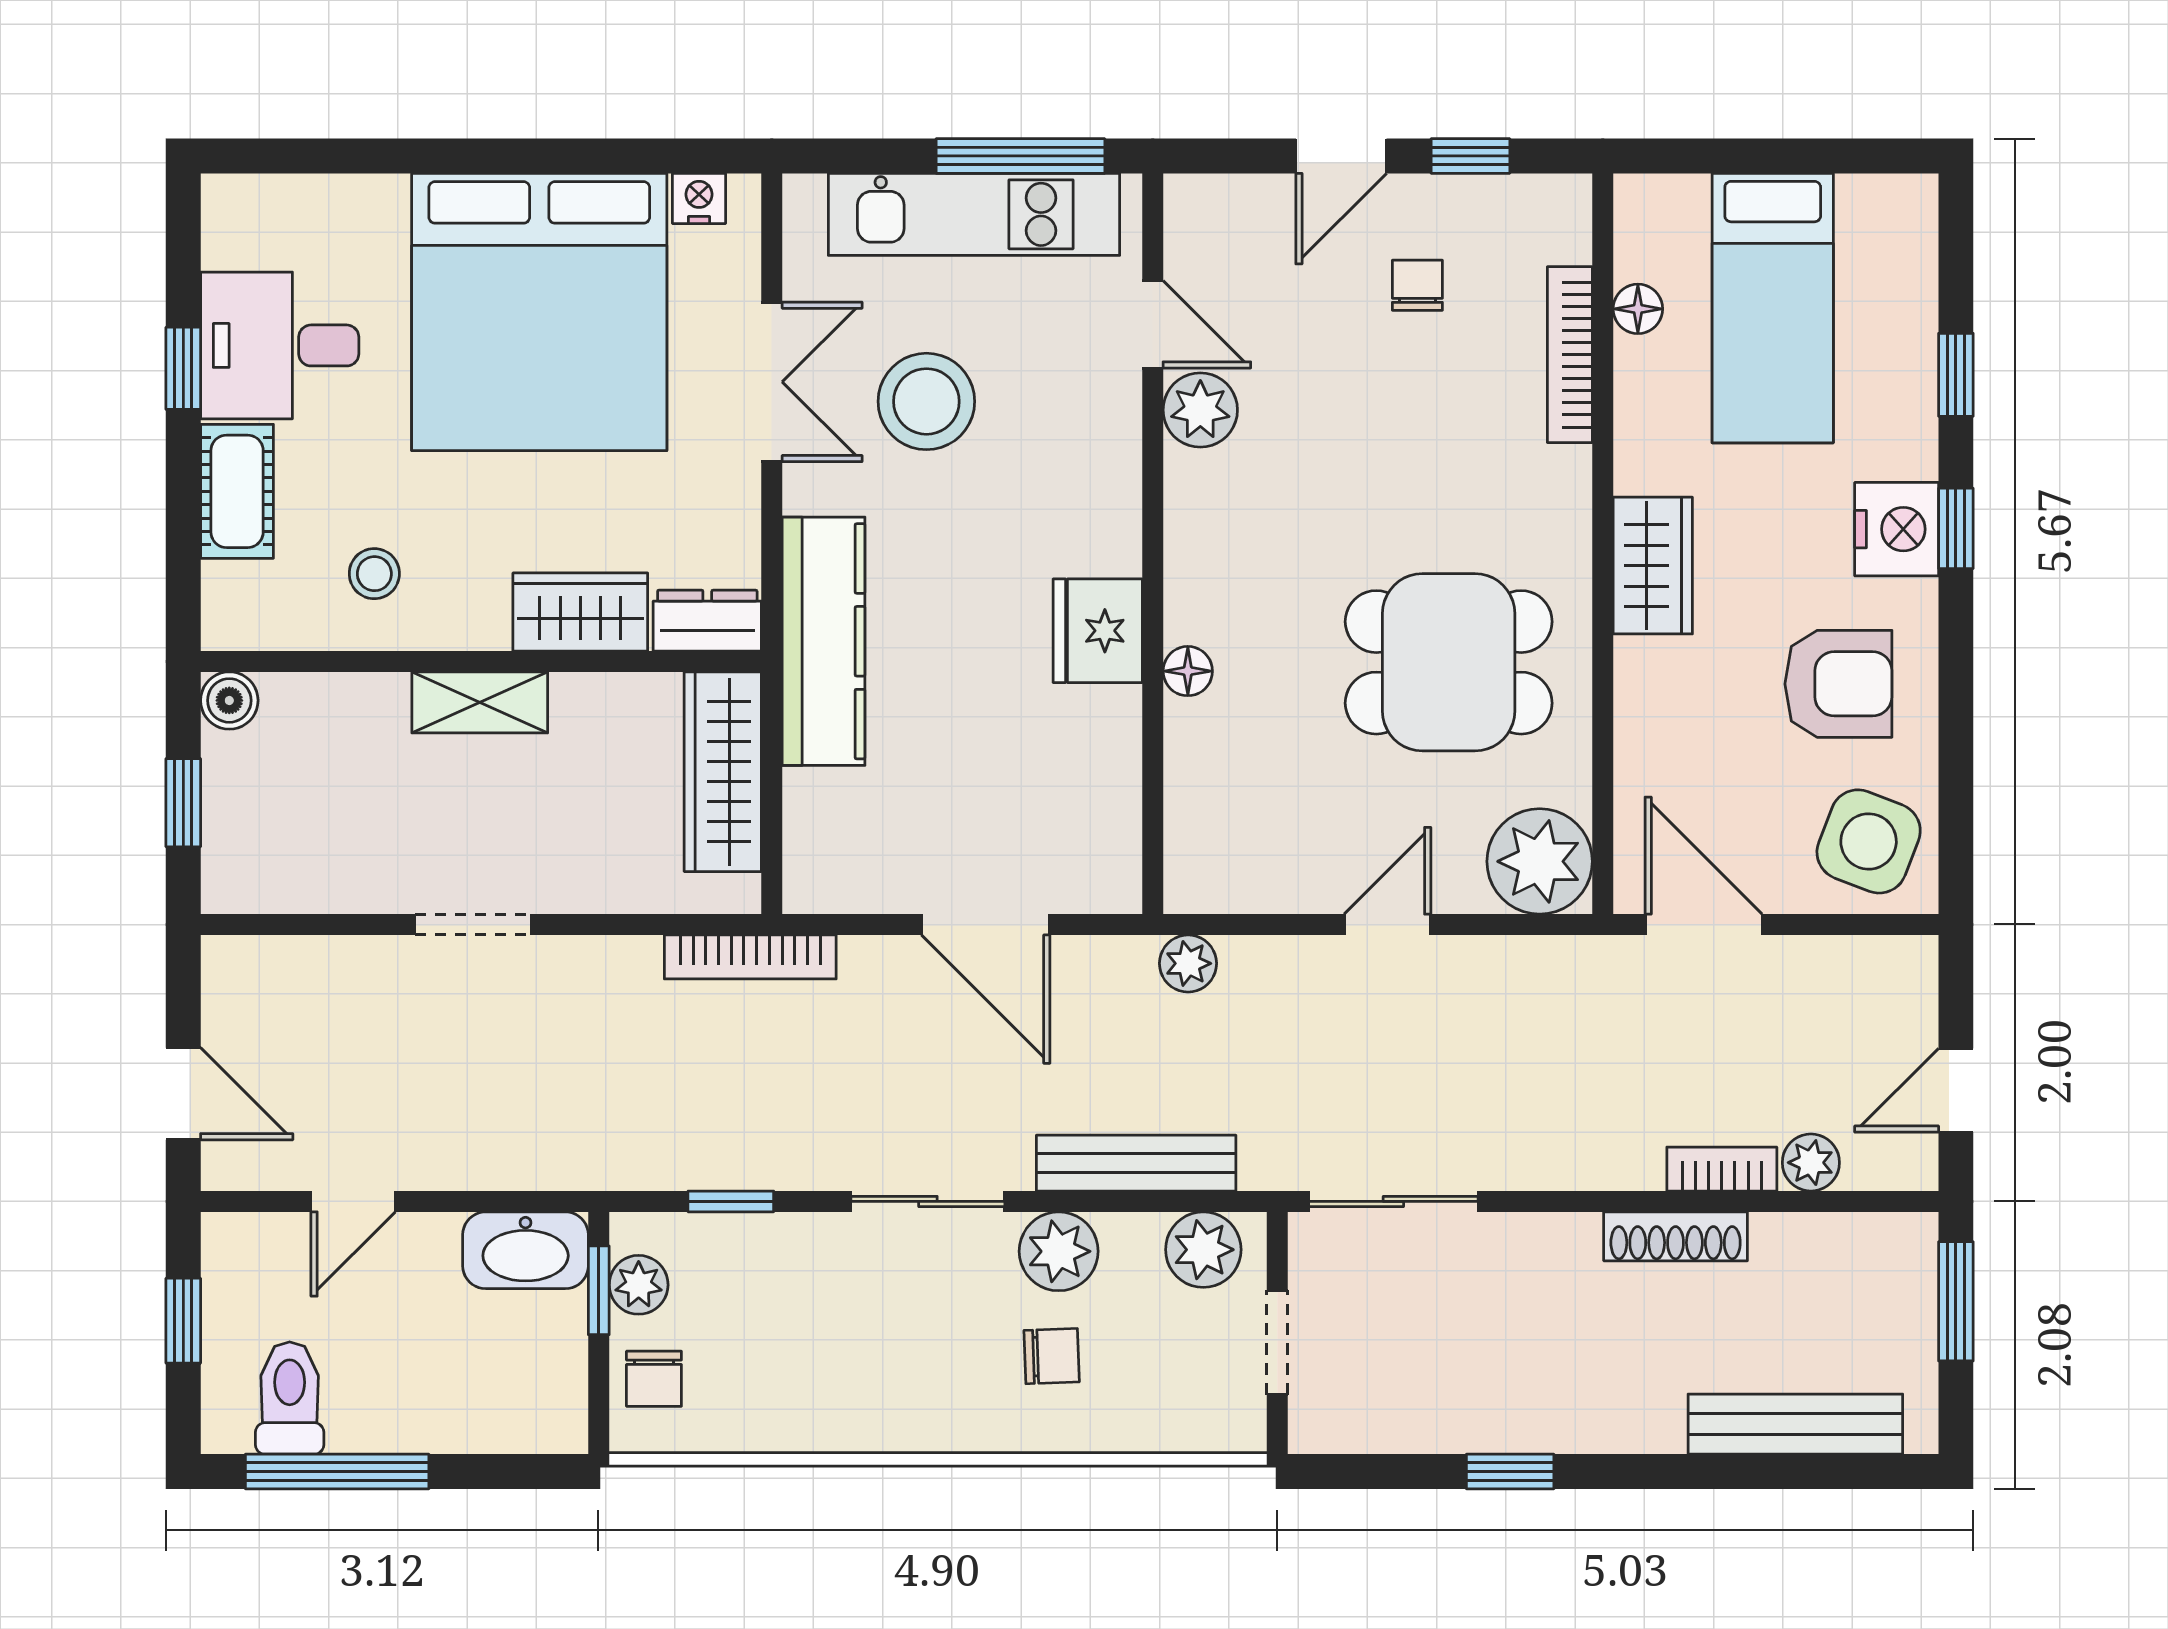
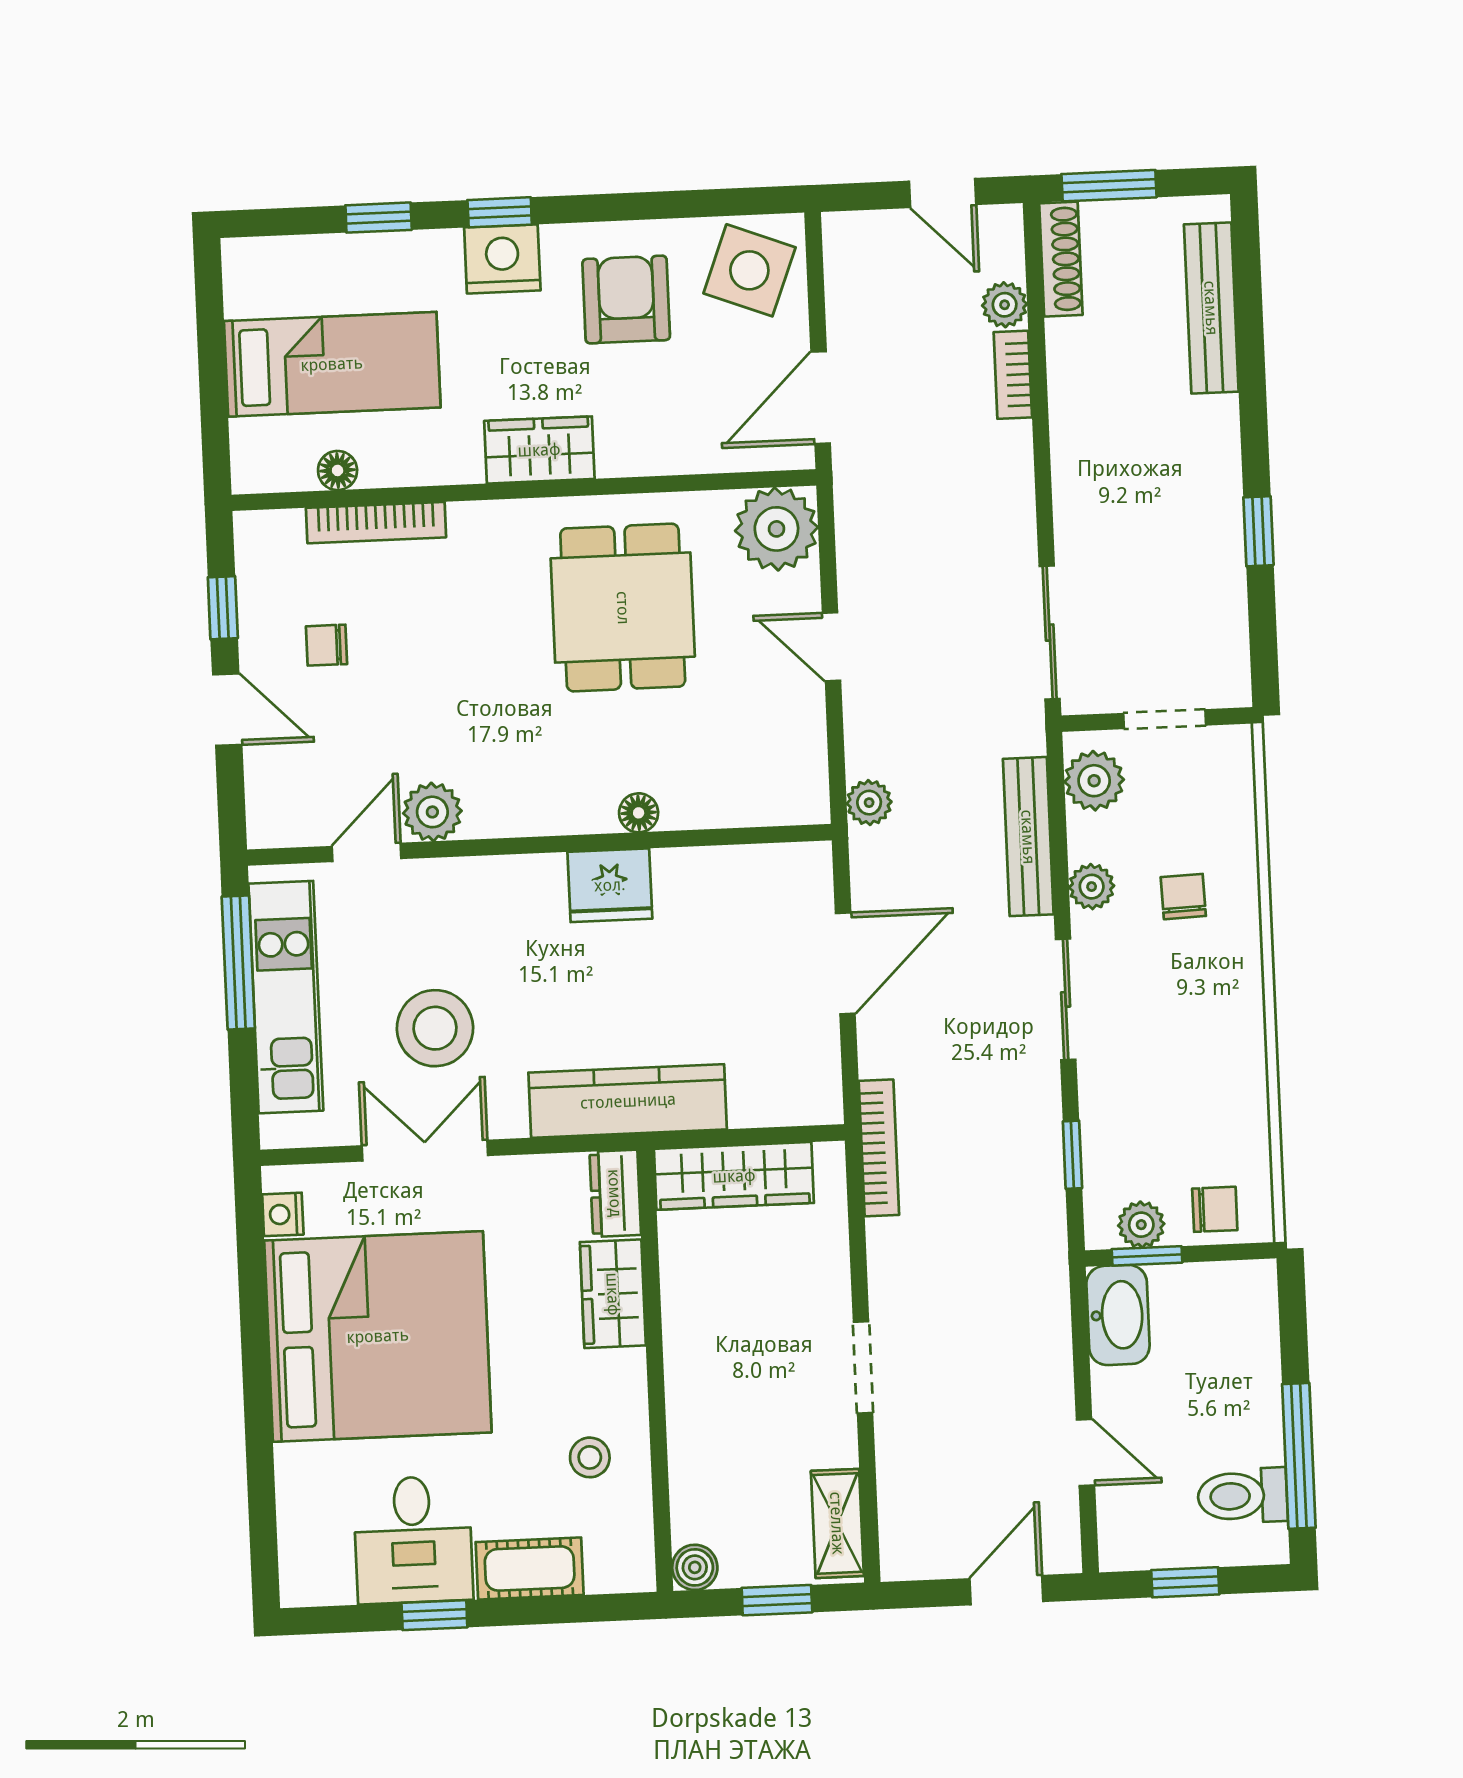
shelving: (480, 702) -> (837, 1523), moved
shoe rack: (1676, 1236) -> (1061, 259), moved
plant: (1059, 1251) -> (1092, 887), width x0.73, depth x0.73

